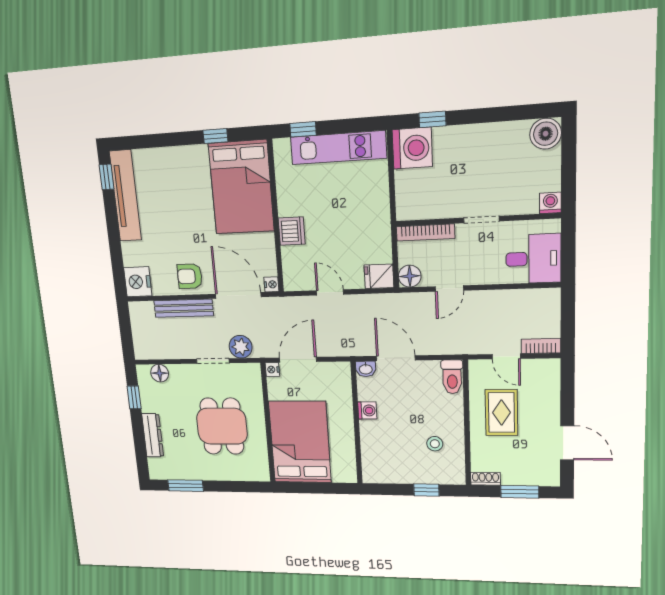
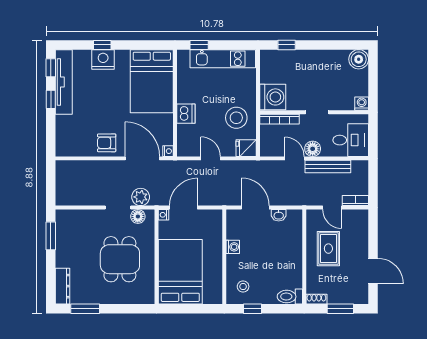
window: (215, 136) -> (102, 45), moved
washing machine: (412, 148) -> (273, 97), moved
window: (112, 221) -> (51, 99), added
stool: (363, 234) -> (236, 118), added
floor lamp: (410, 276) -> (313, 149), moved
nightstand: (138, 282) -> (103, 59), moved, turned 90
door: (449, 288) -> (295, 158), swing flipped
bench: (184, 308) -> (328, 167), moved
washbasin: (366, 369) -> (279, 215), moved
floor lamp: (160, 373) -> (138, 216), moved
toilet: (452, 377) -> (290, 297), moved, turned 90
window: (134, 397) -> (51, 236), width x1.50
dresser: (153, 435) -> (62, 286), moved
stool: (435, 444) -> (243, 287), moved
window: (426, 490) -> (252, 309), moved

